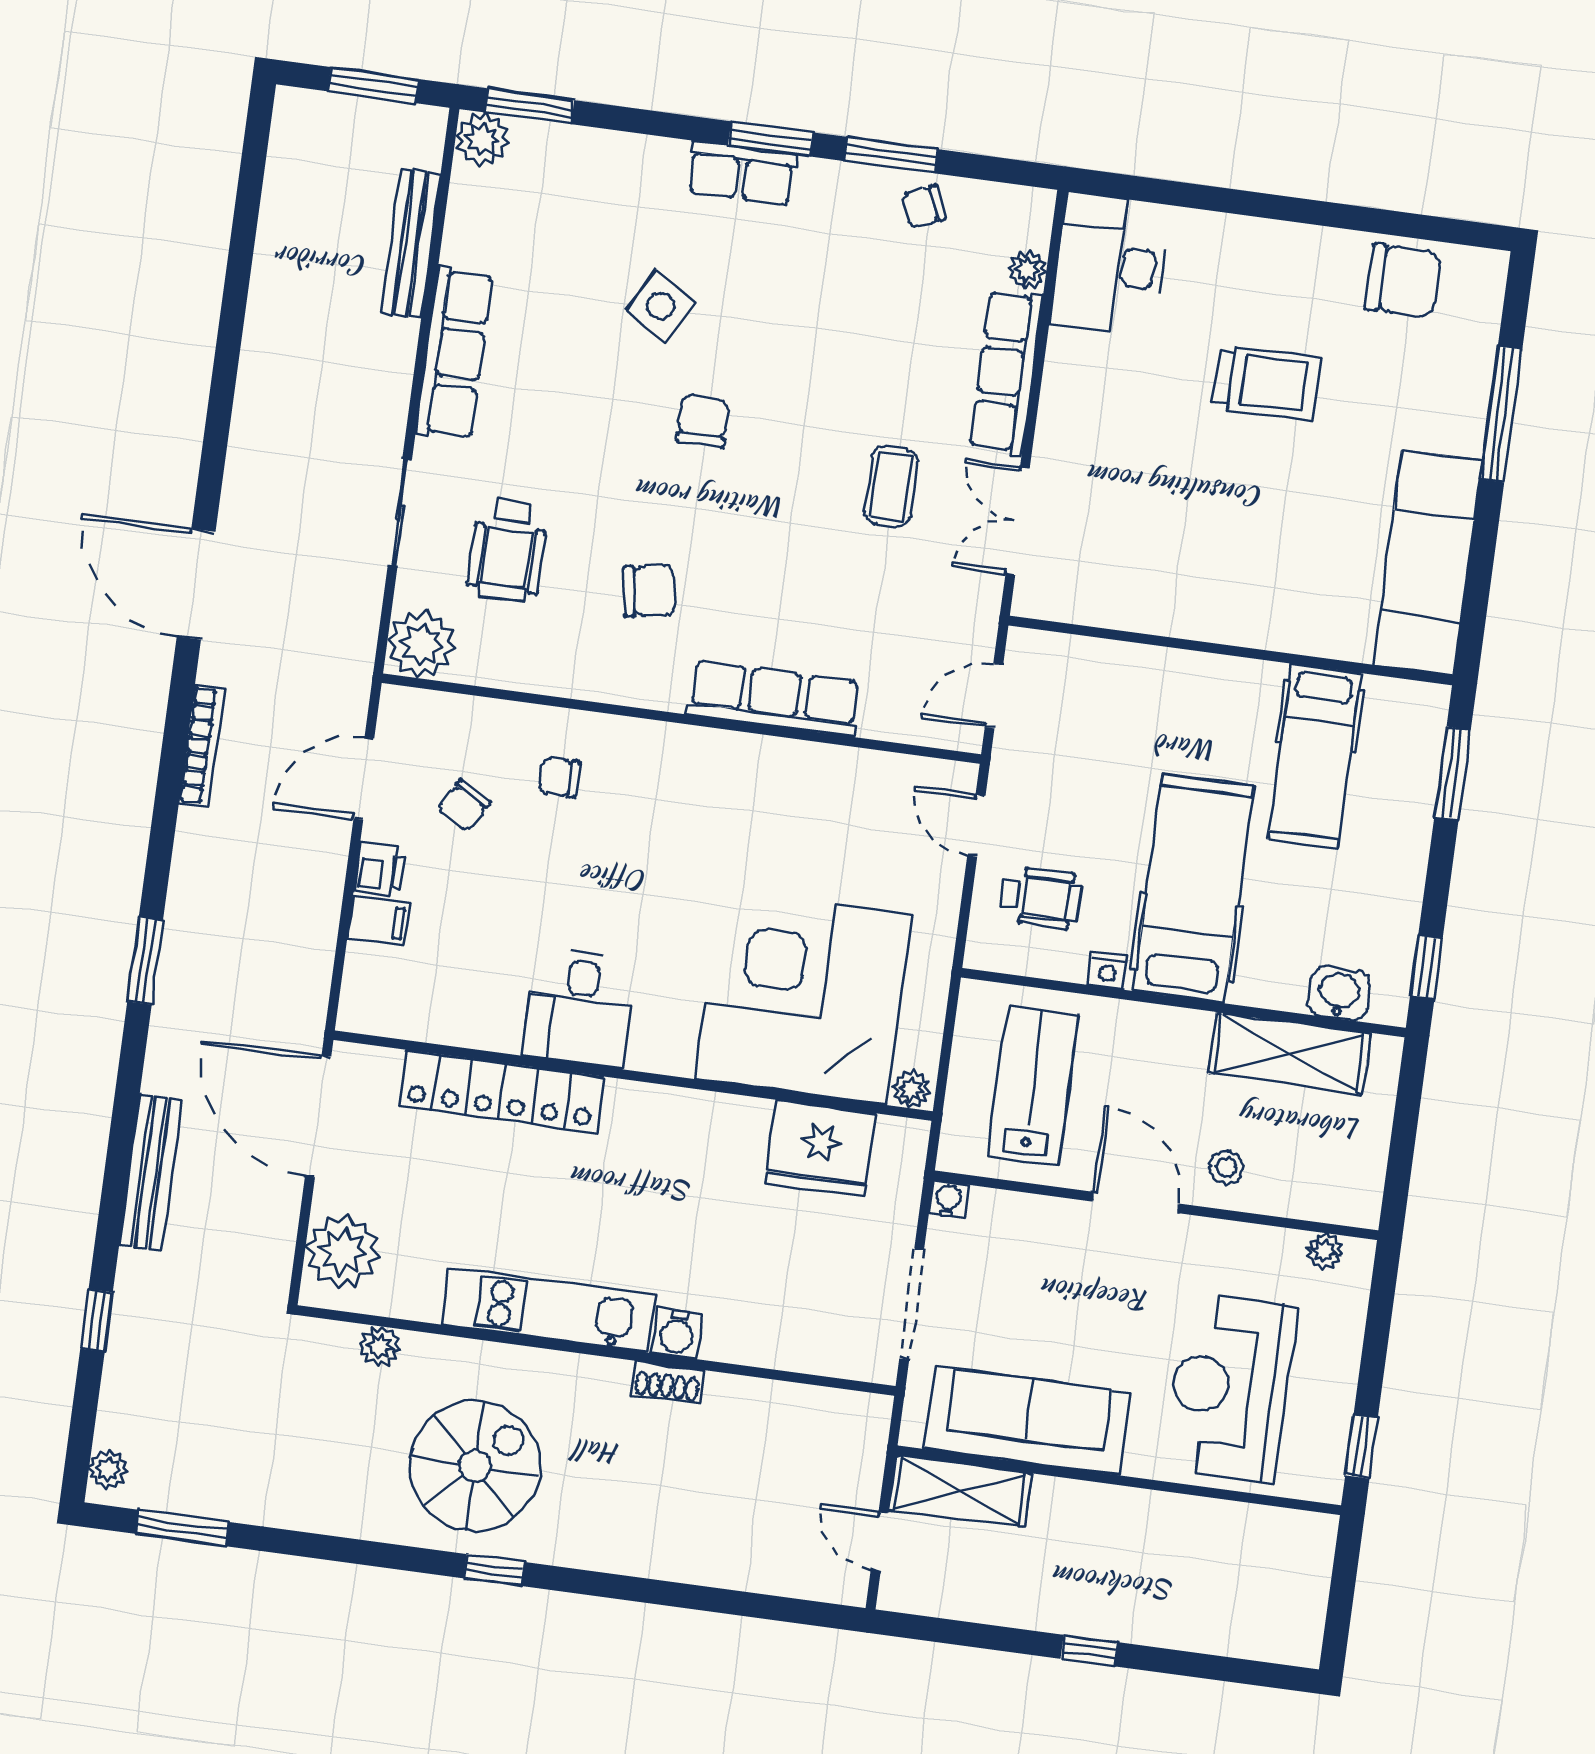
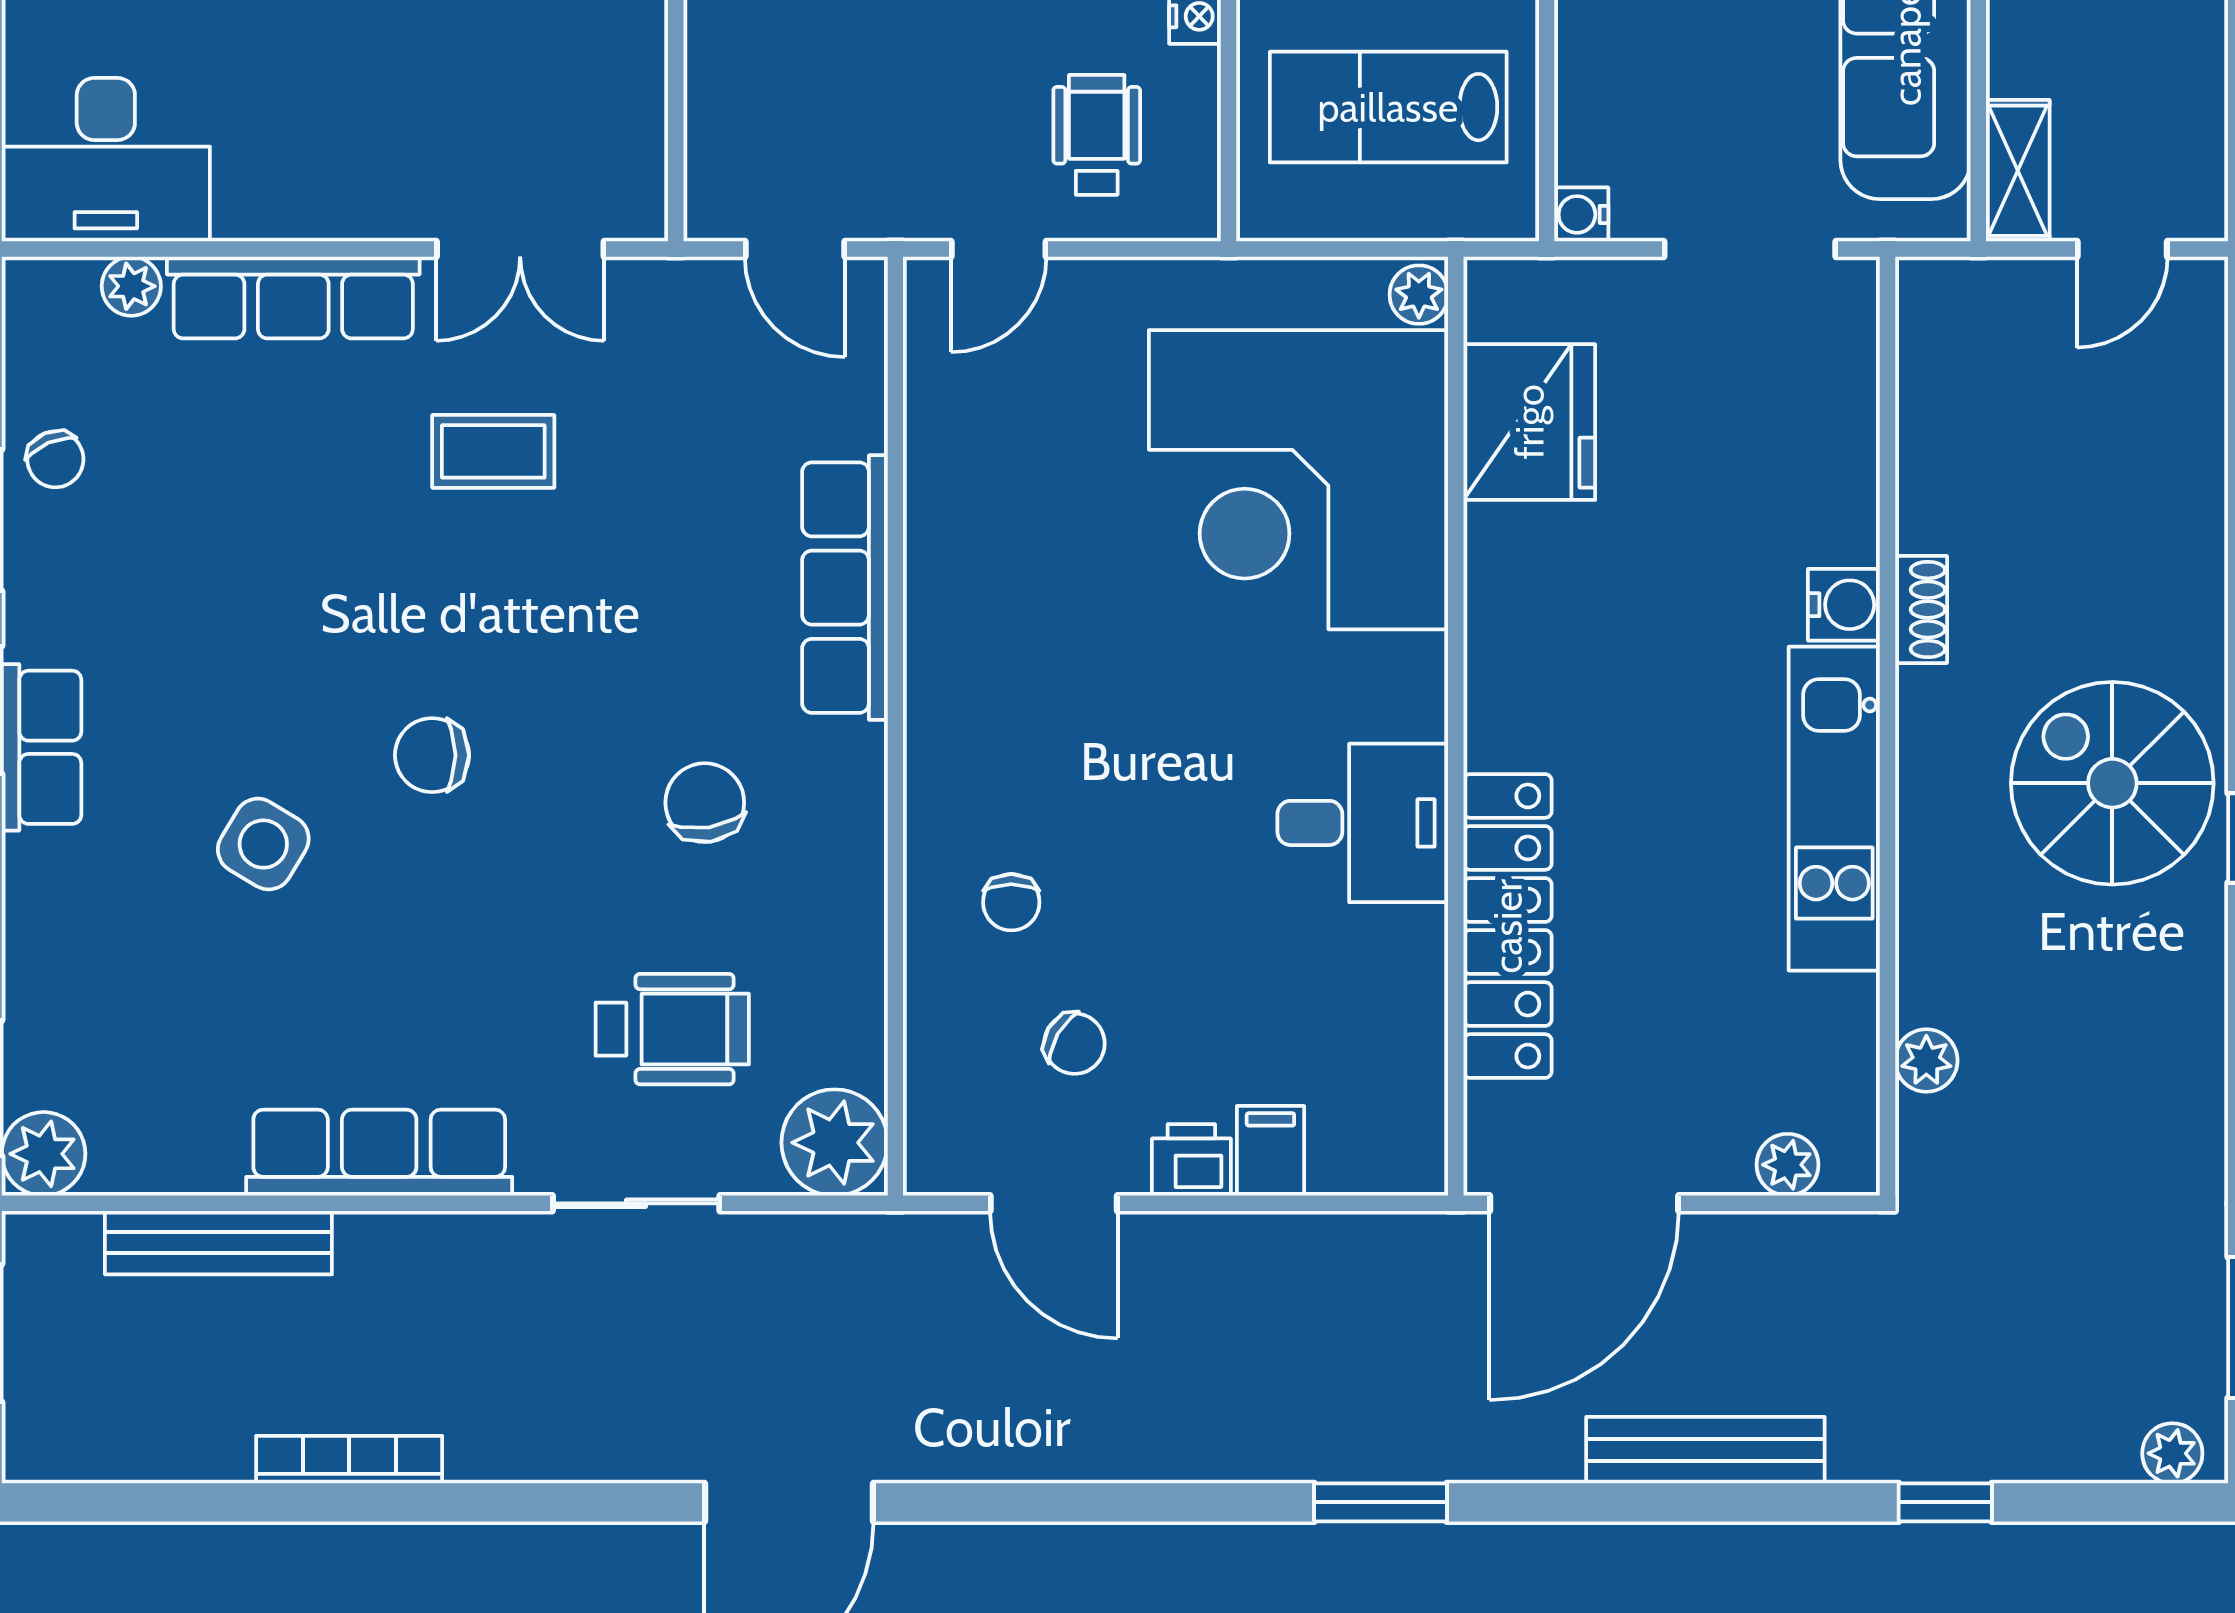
bookcase: (202, 746) -> (349, 1460), moved
plant: (342, 1251) -> (1787, 1165), width x0.53, depth x0.53
spiral stairs: (475, 1466) -> (2112, 783), moved
shelving: (960, 1491) -> (2018, 171), width x0.67, depth x0.75

